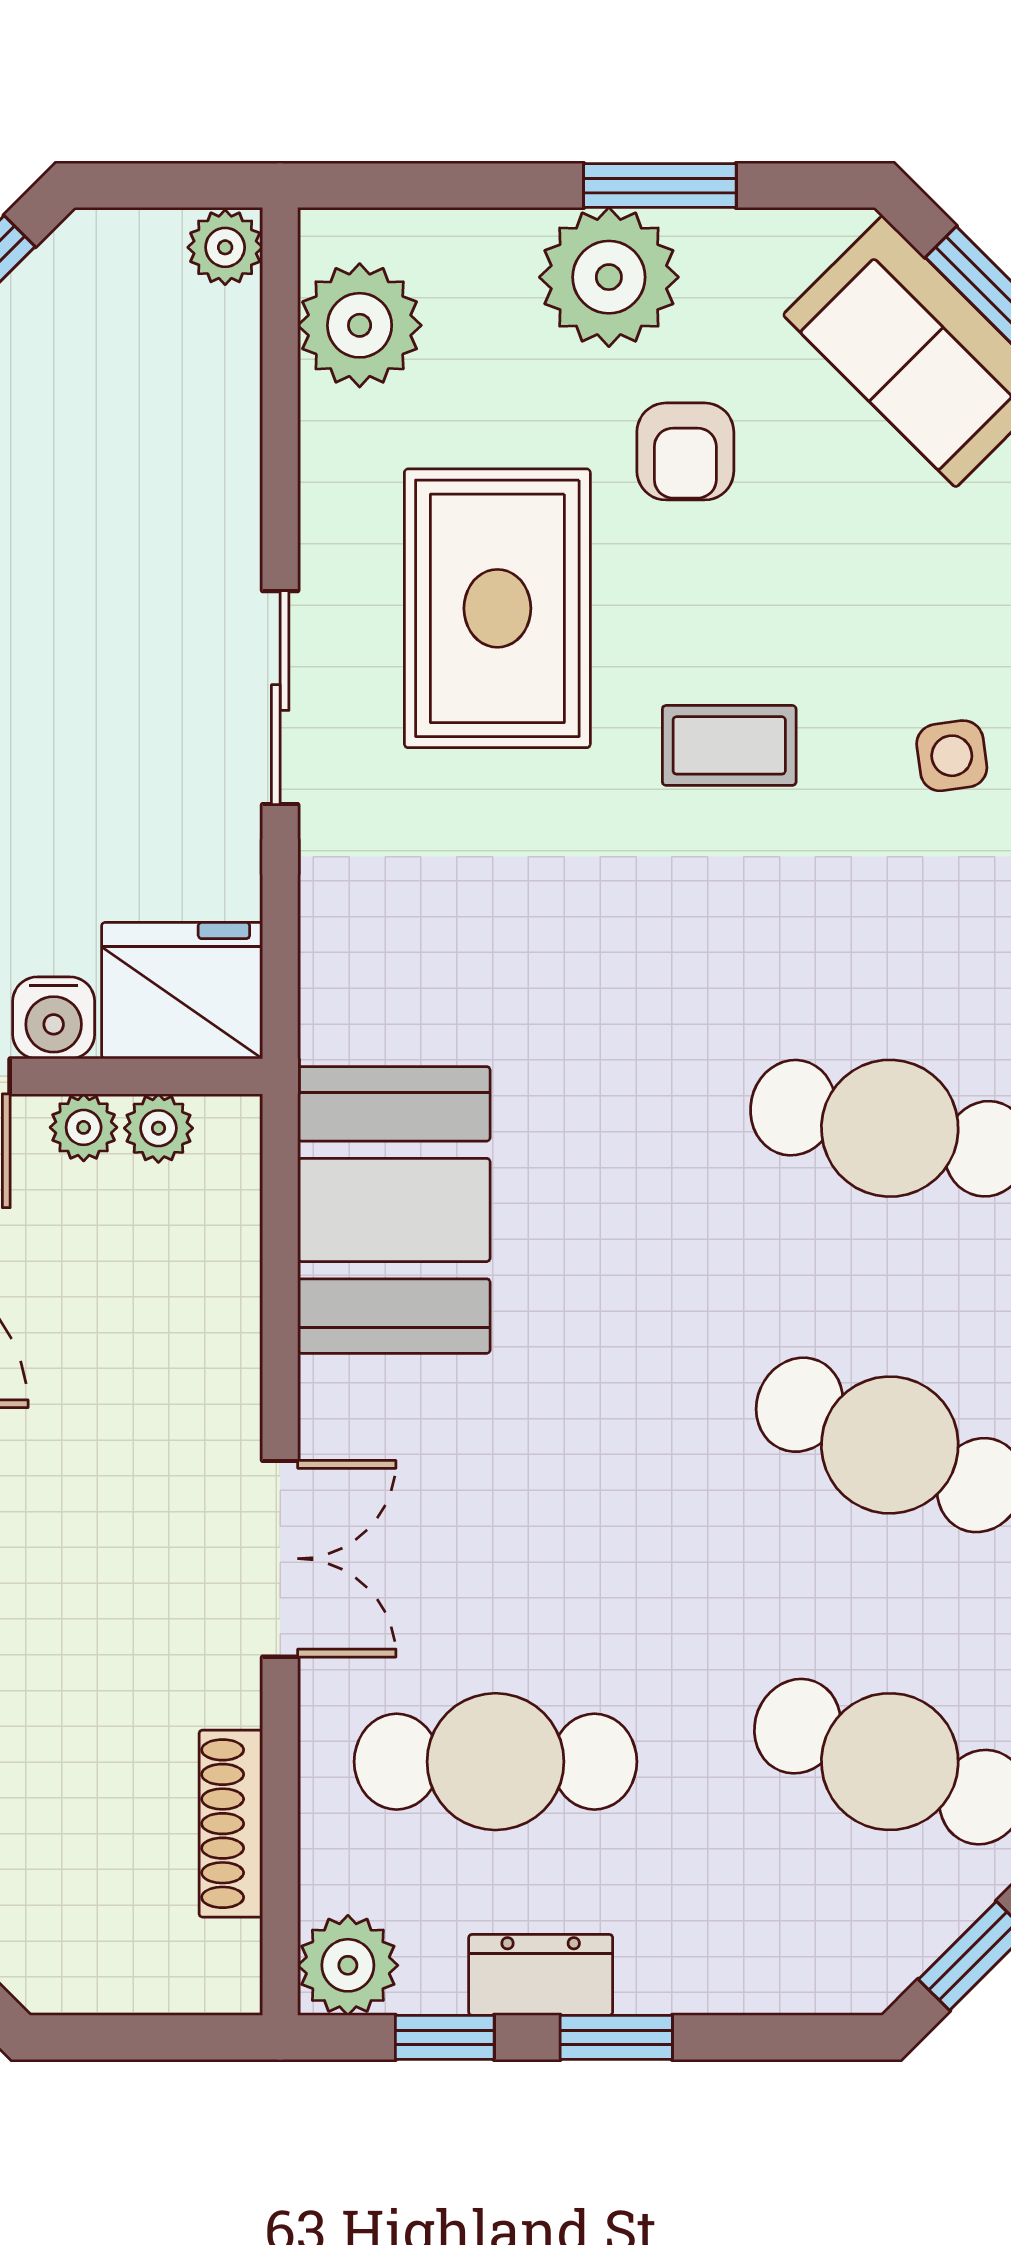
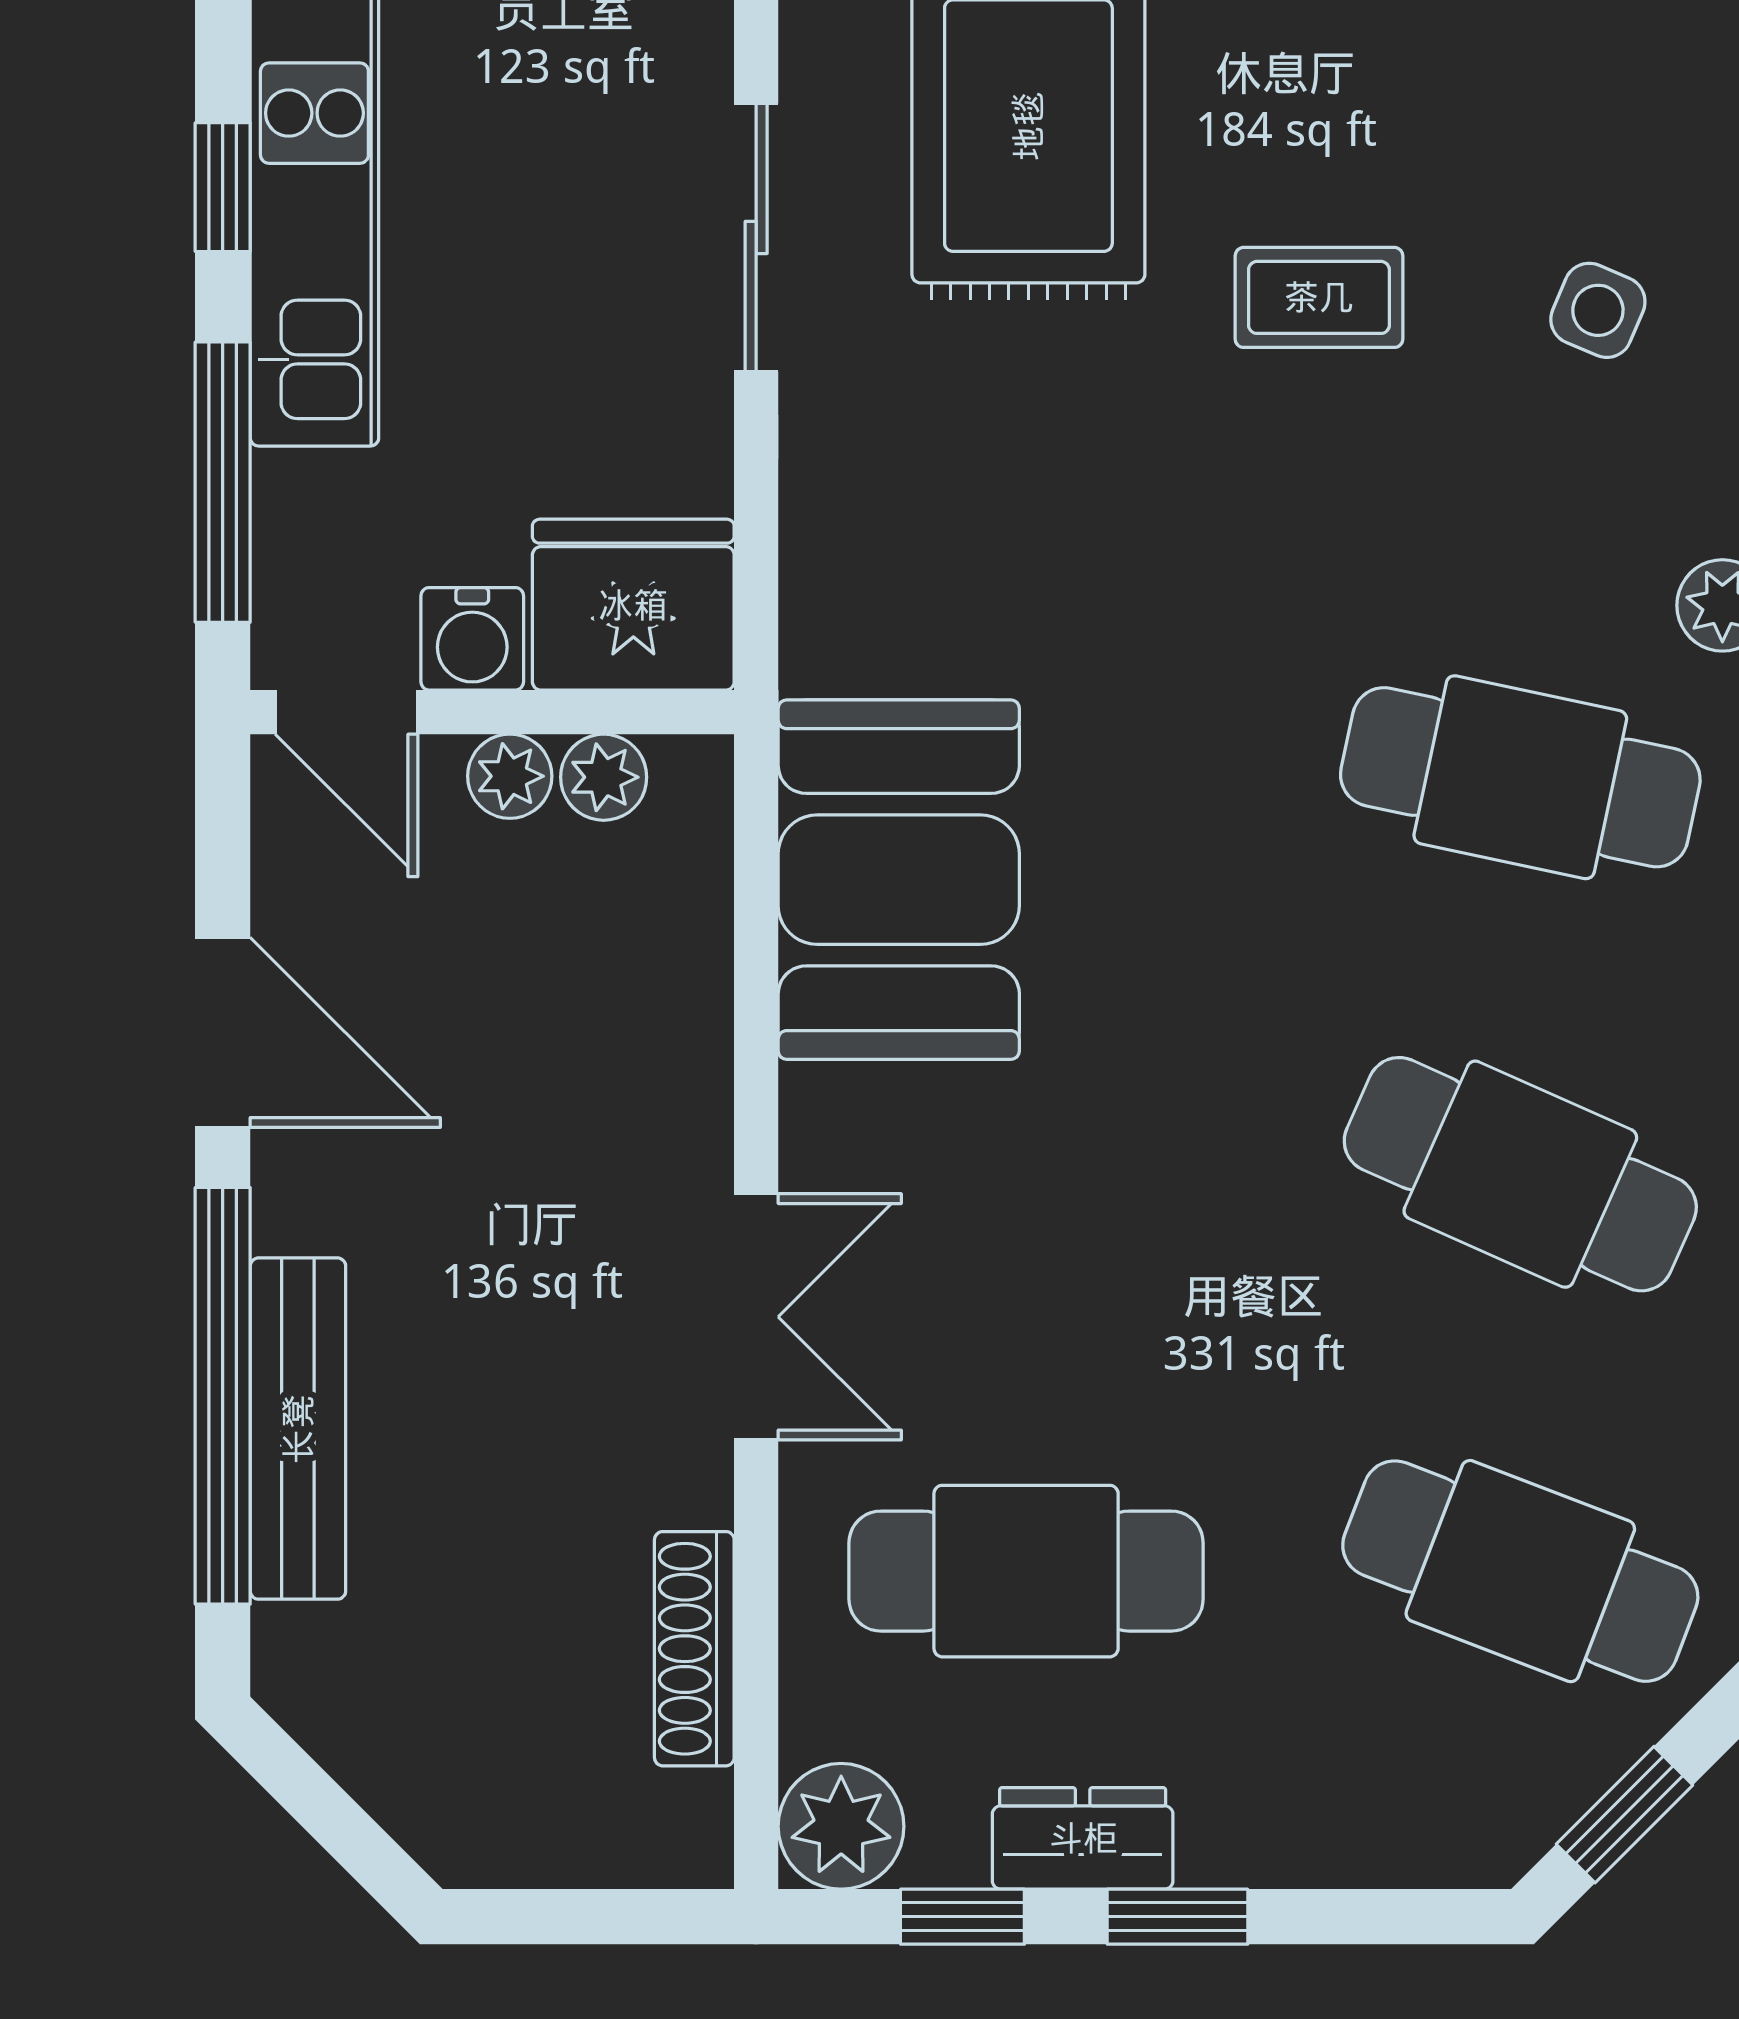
side table: (952, 756) -> (1598, 310), turned 31

